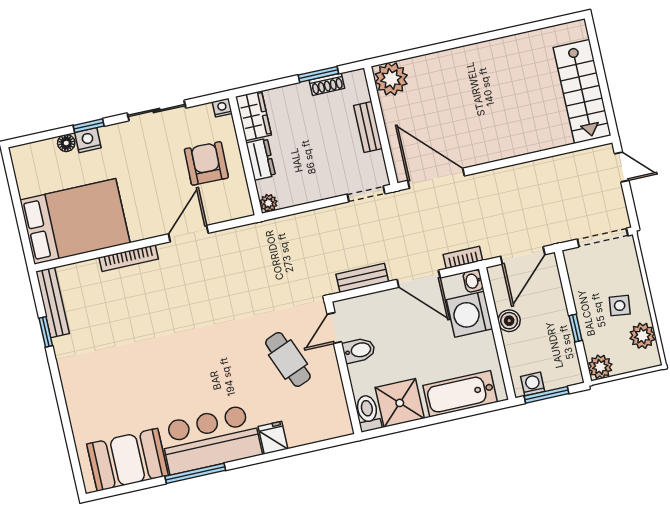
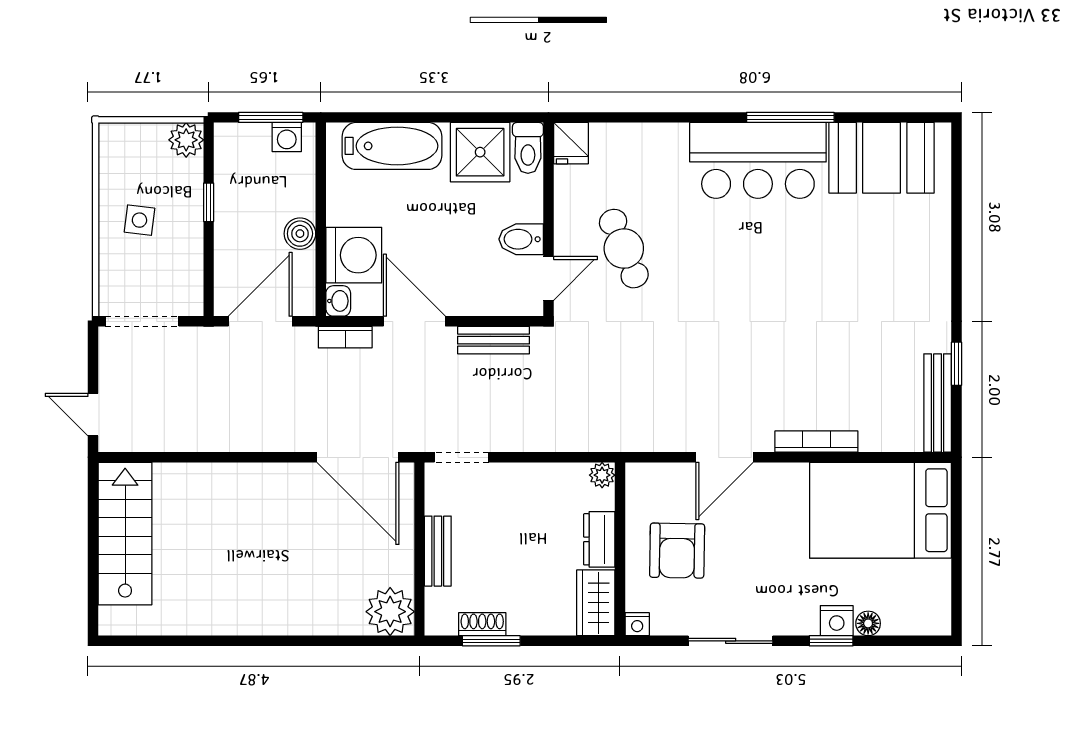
plant: (642, 336) -> (117, 170), removed
fridge: (273, 438) -> (571, 143), moved

